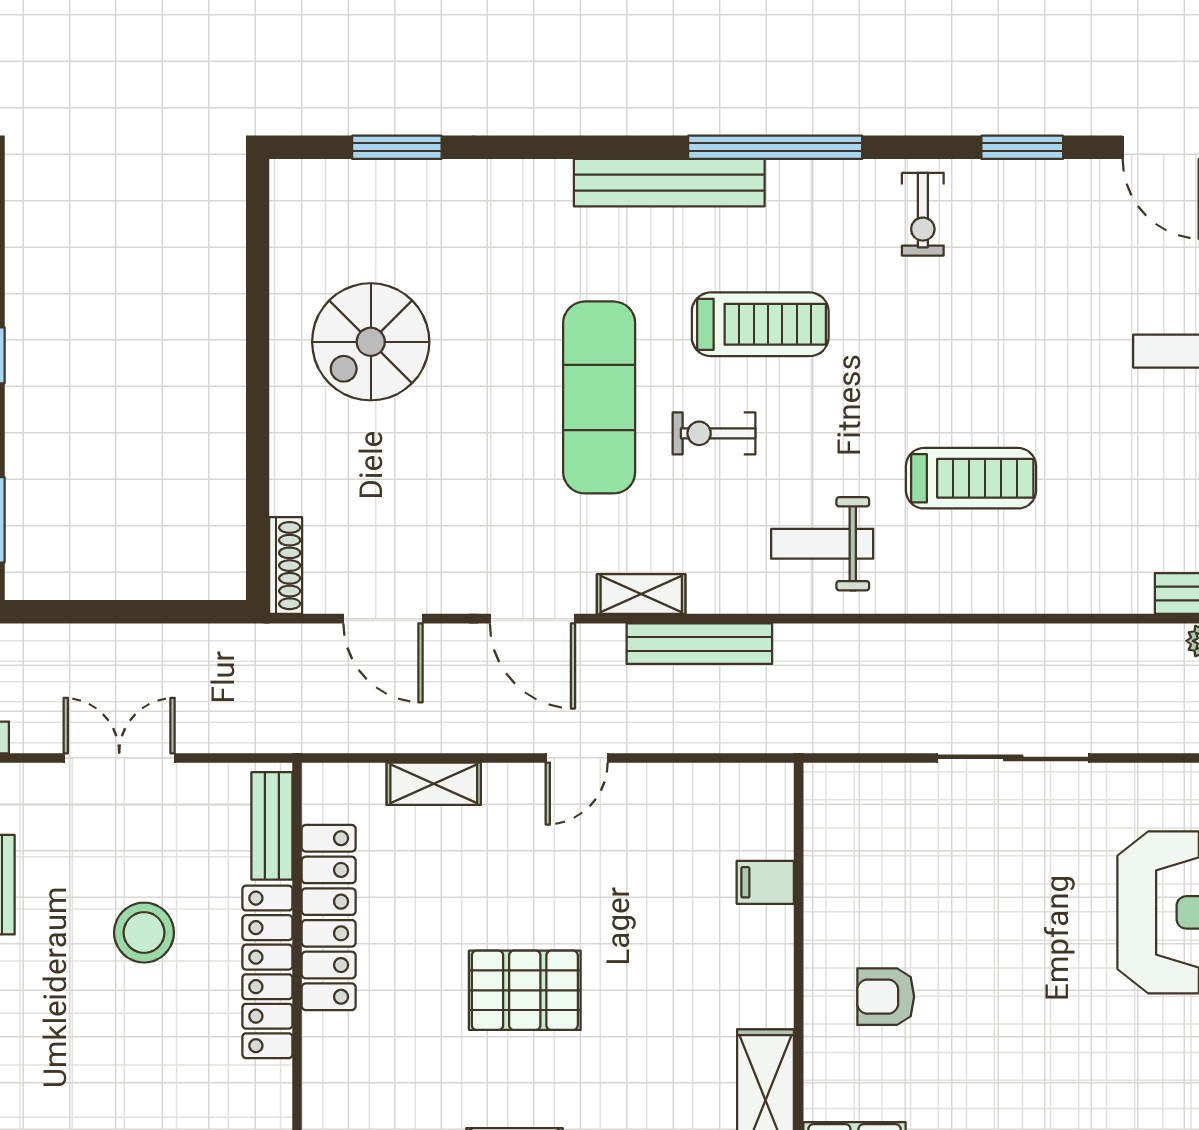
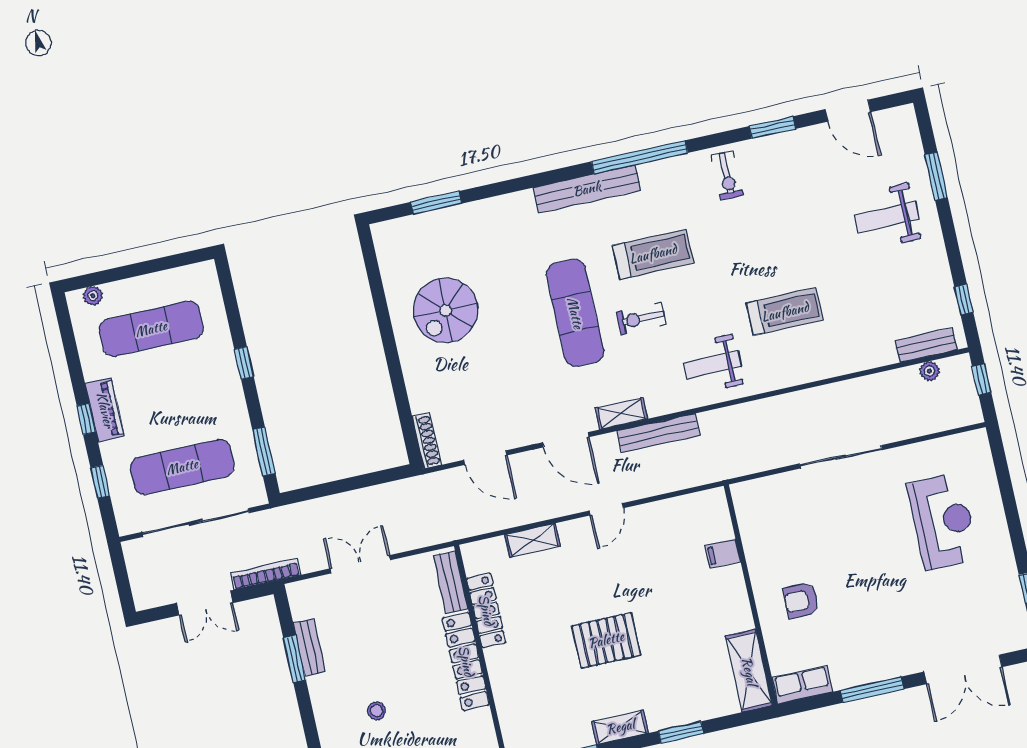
locker: (329, 917) -> (486, 610), width x0.71, depth x0.83
stool: (144, 933) -> (377, 711), moved, width x0.53, depth x0.53

